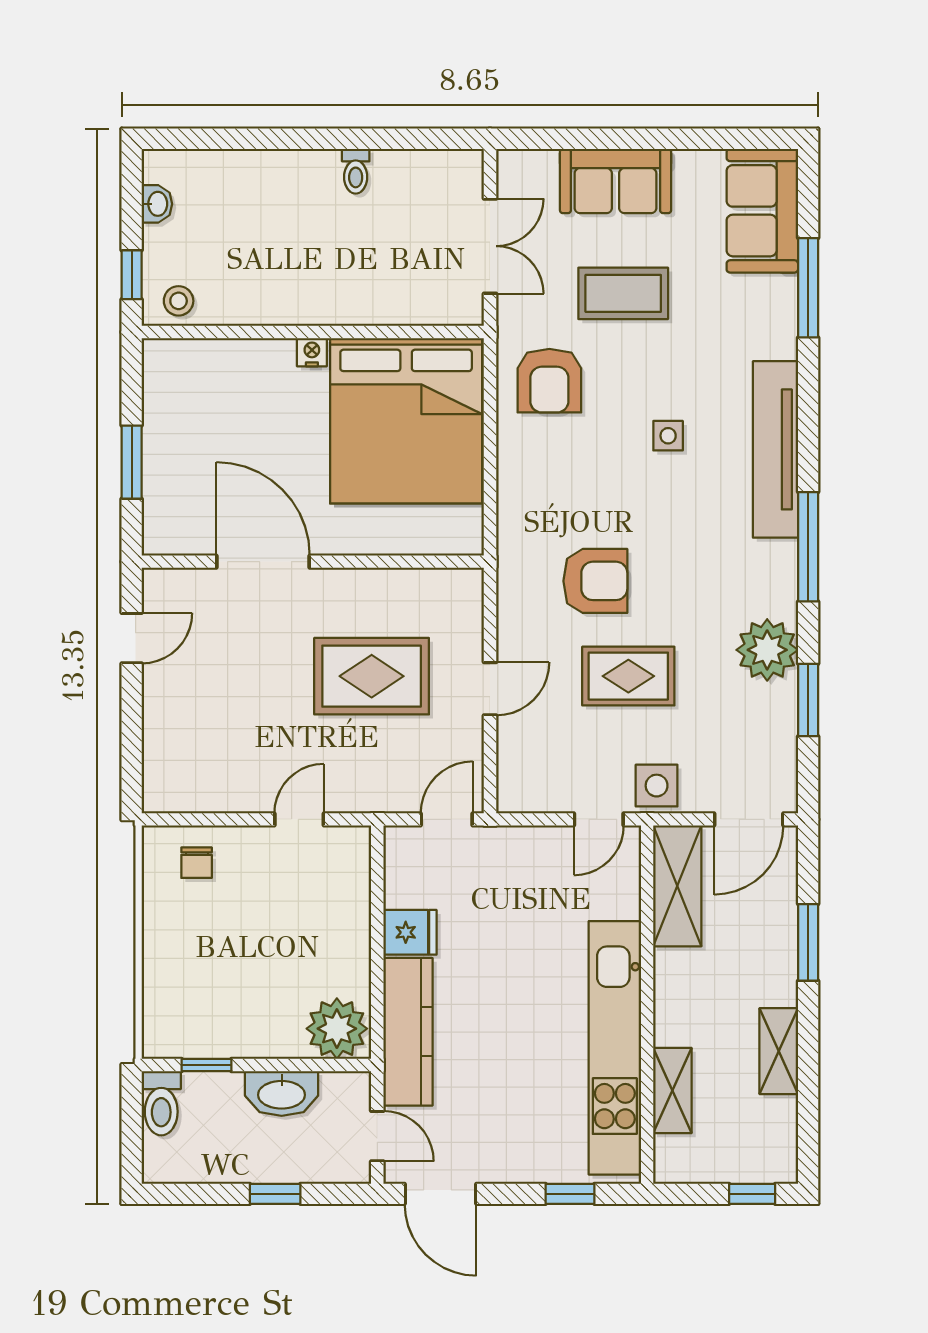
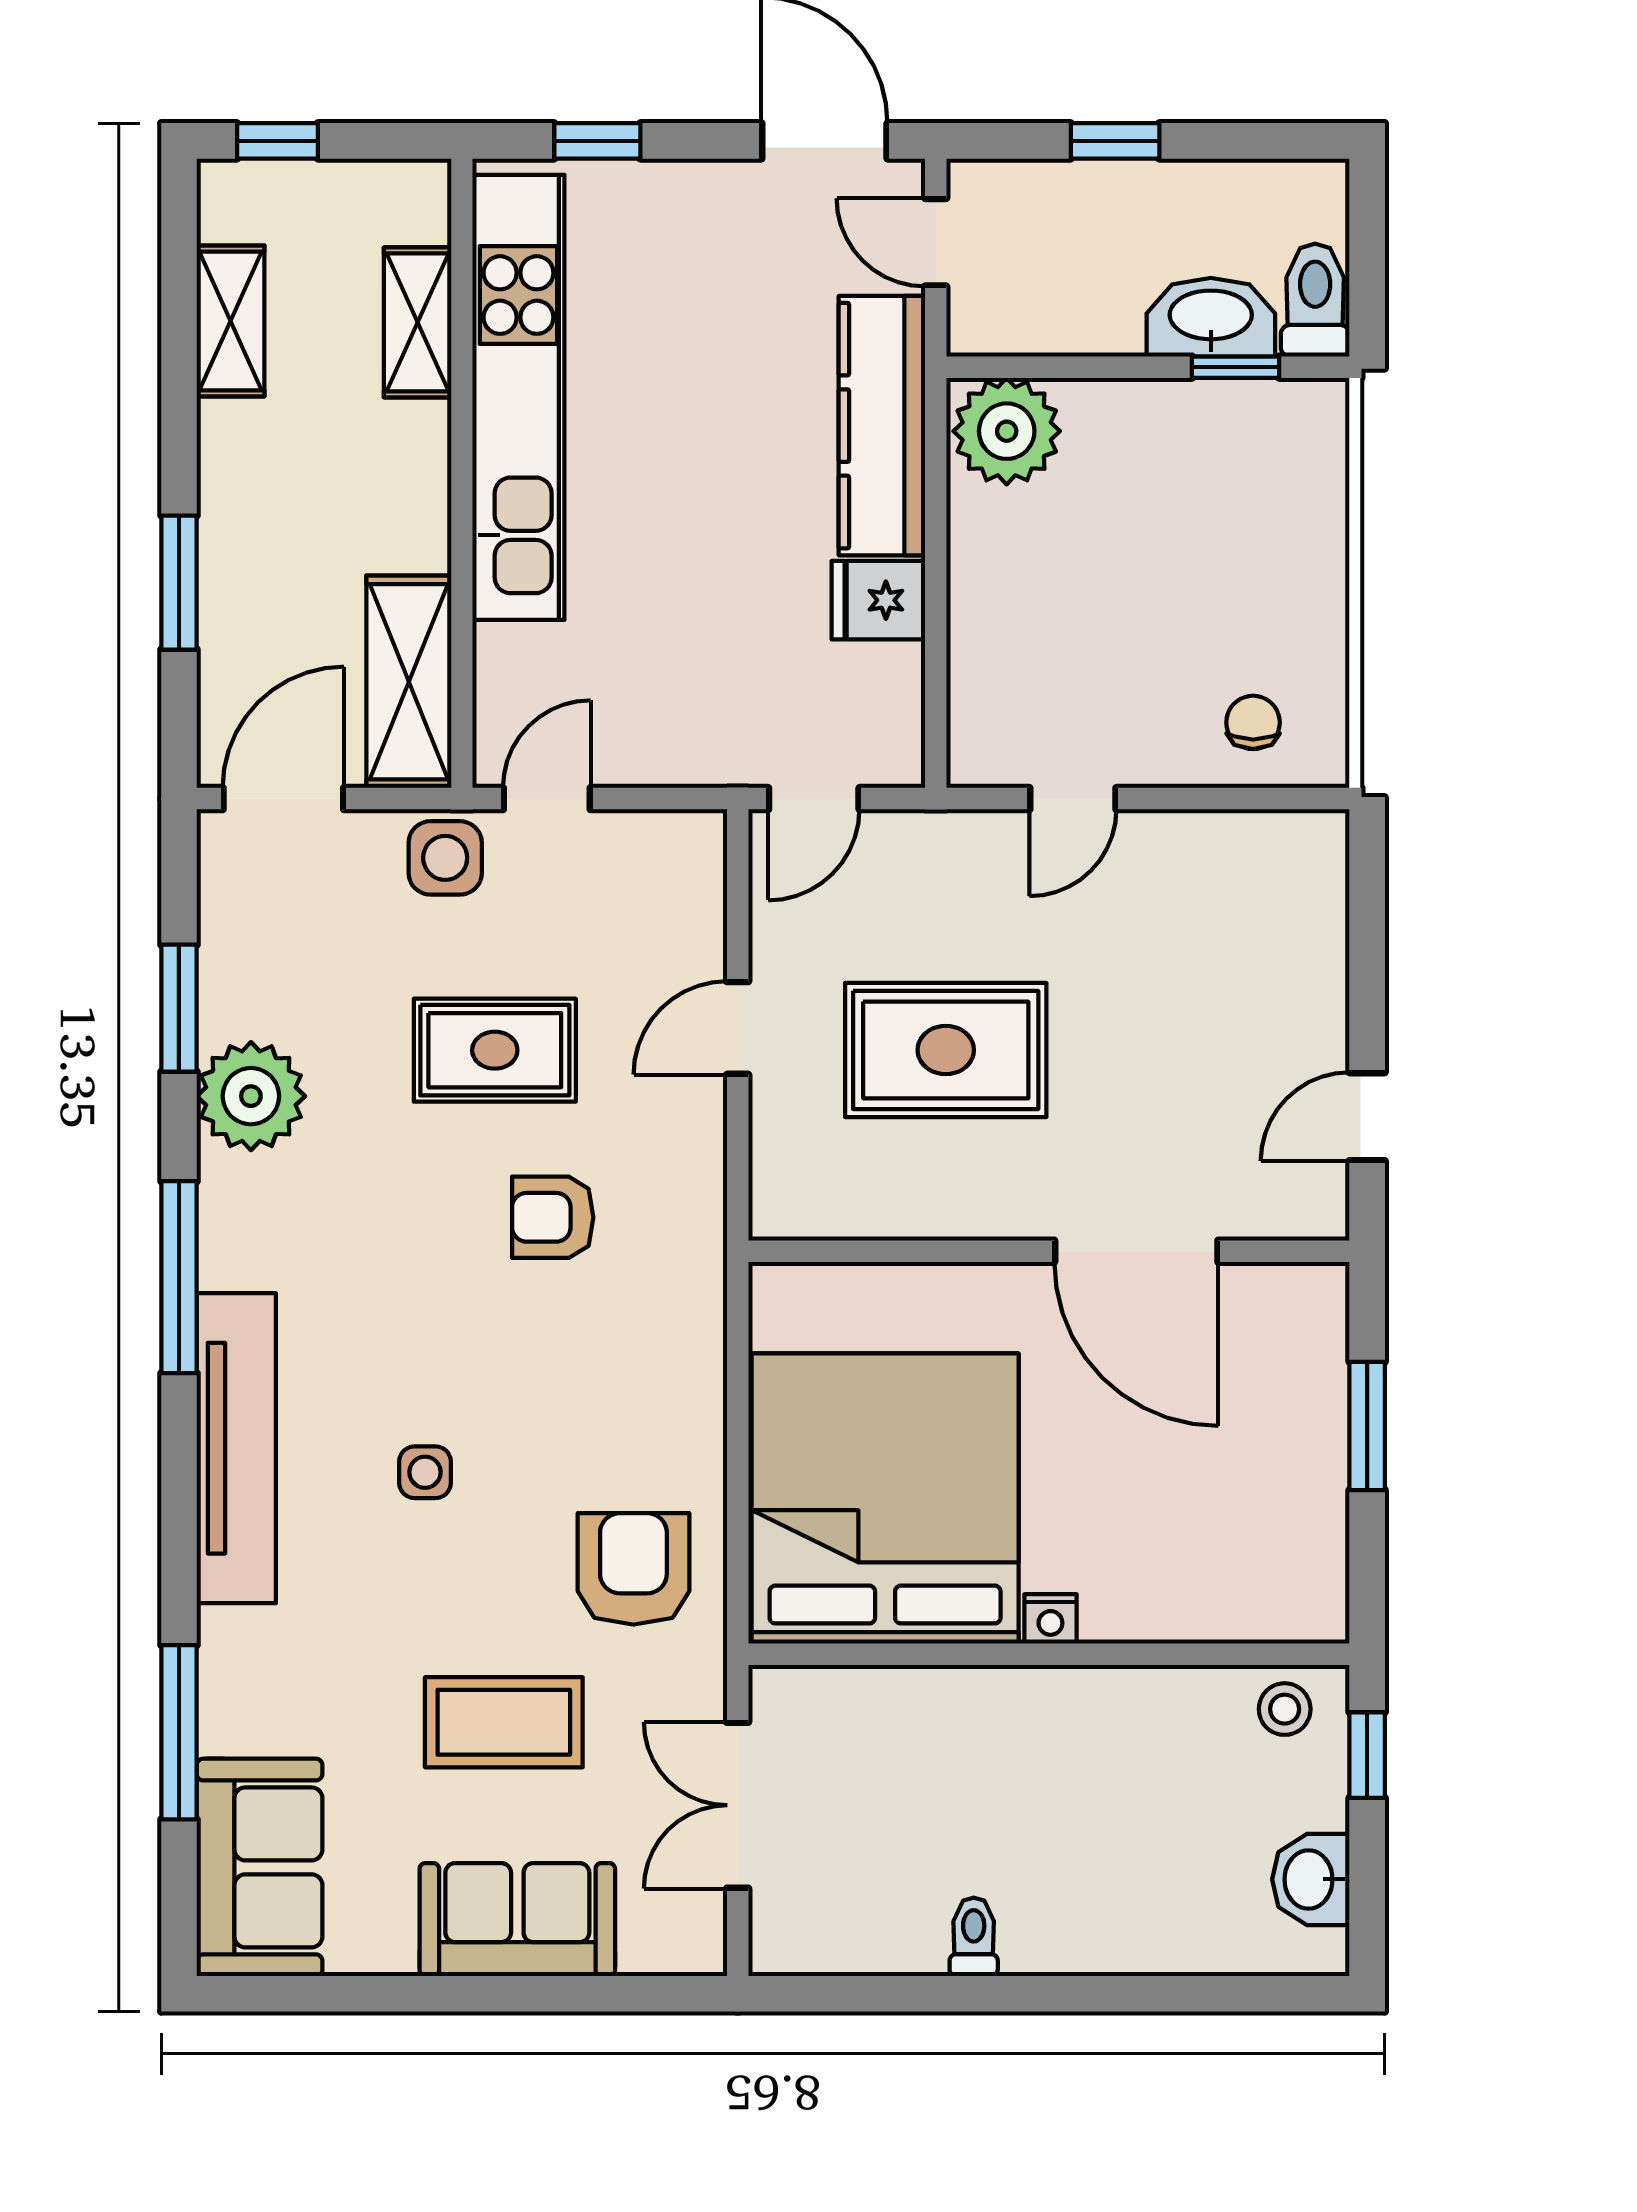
washbasin: (157, 204) -> (1311, 1879), width x1.38, depth x1.45
armchair: (595, 581) -> (553, 1217), width x0.72, depth x0.72
shelving: (779, 1051) -> (231, 321), moved
washbasin: (282, 1093) -> (1211, 317), moved

